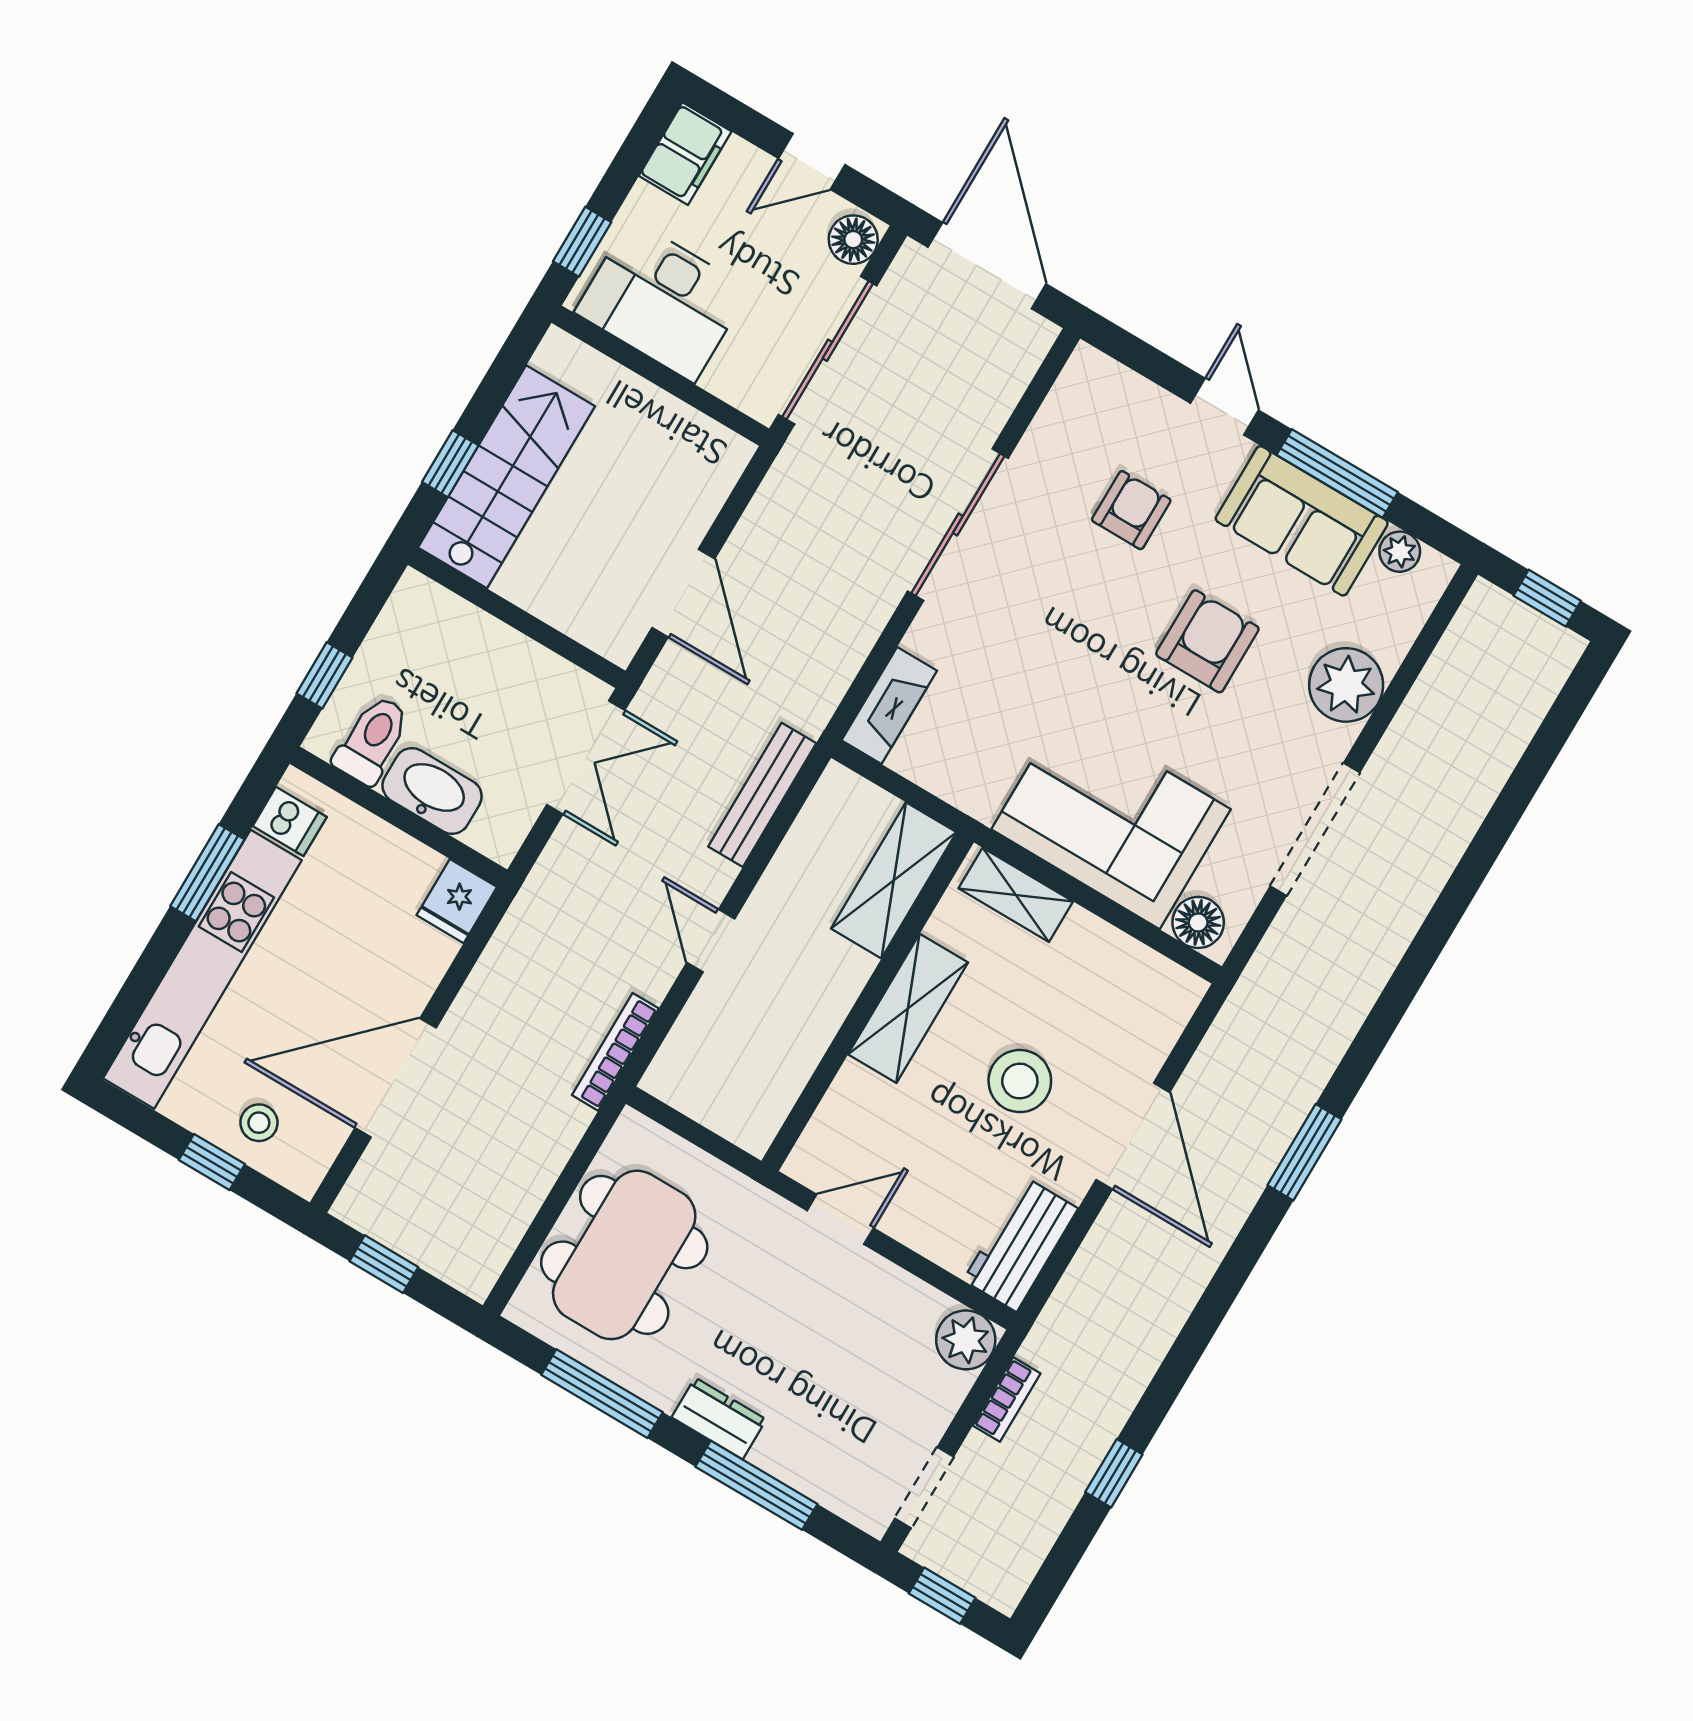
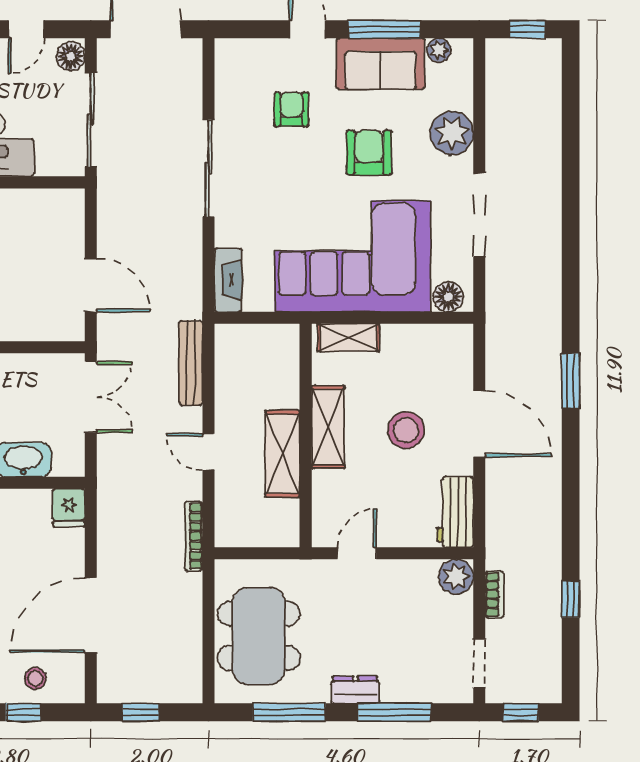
corner sofa: (1111, 819) -> (353, 256), width x1.36, depth x1.36
shelving: (894, 880) -> (283, 454), moved

